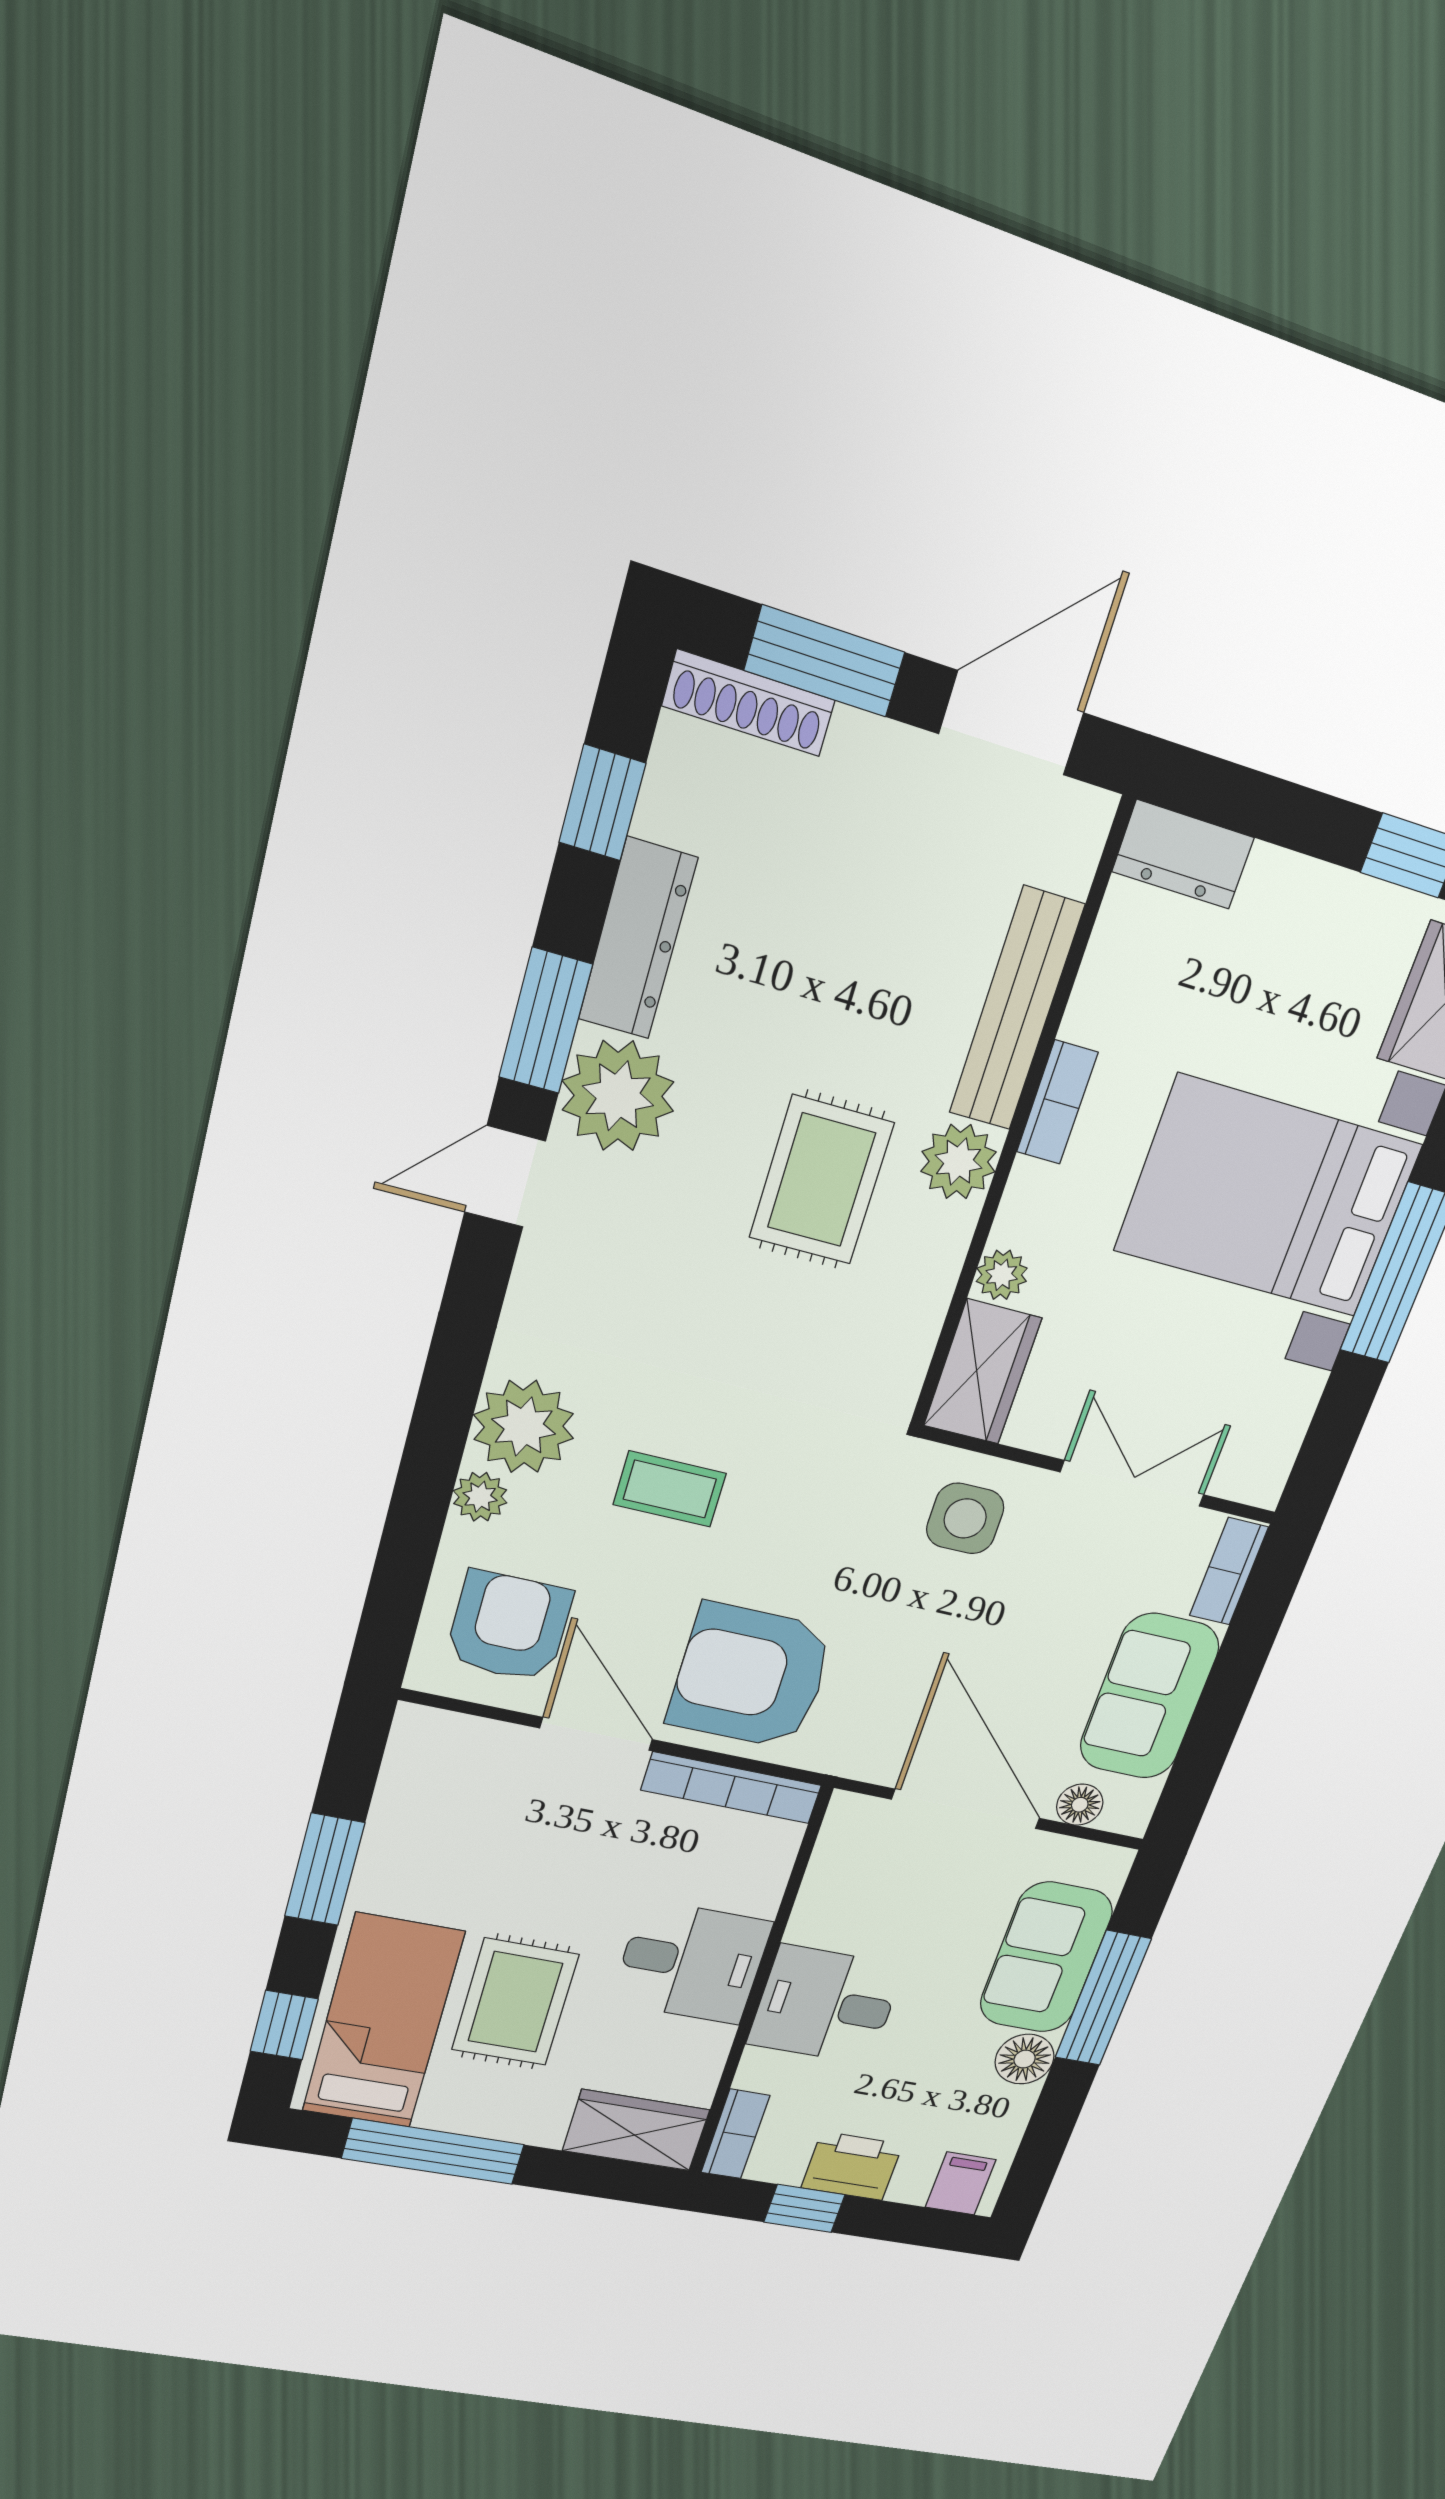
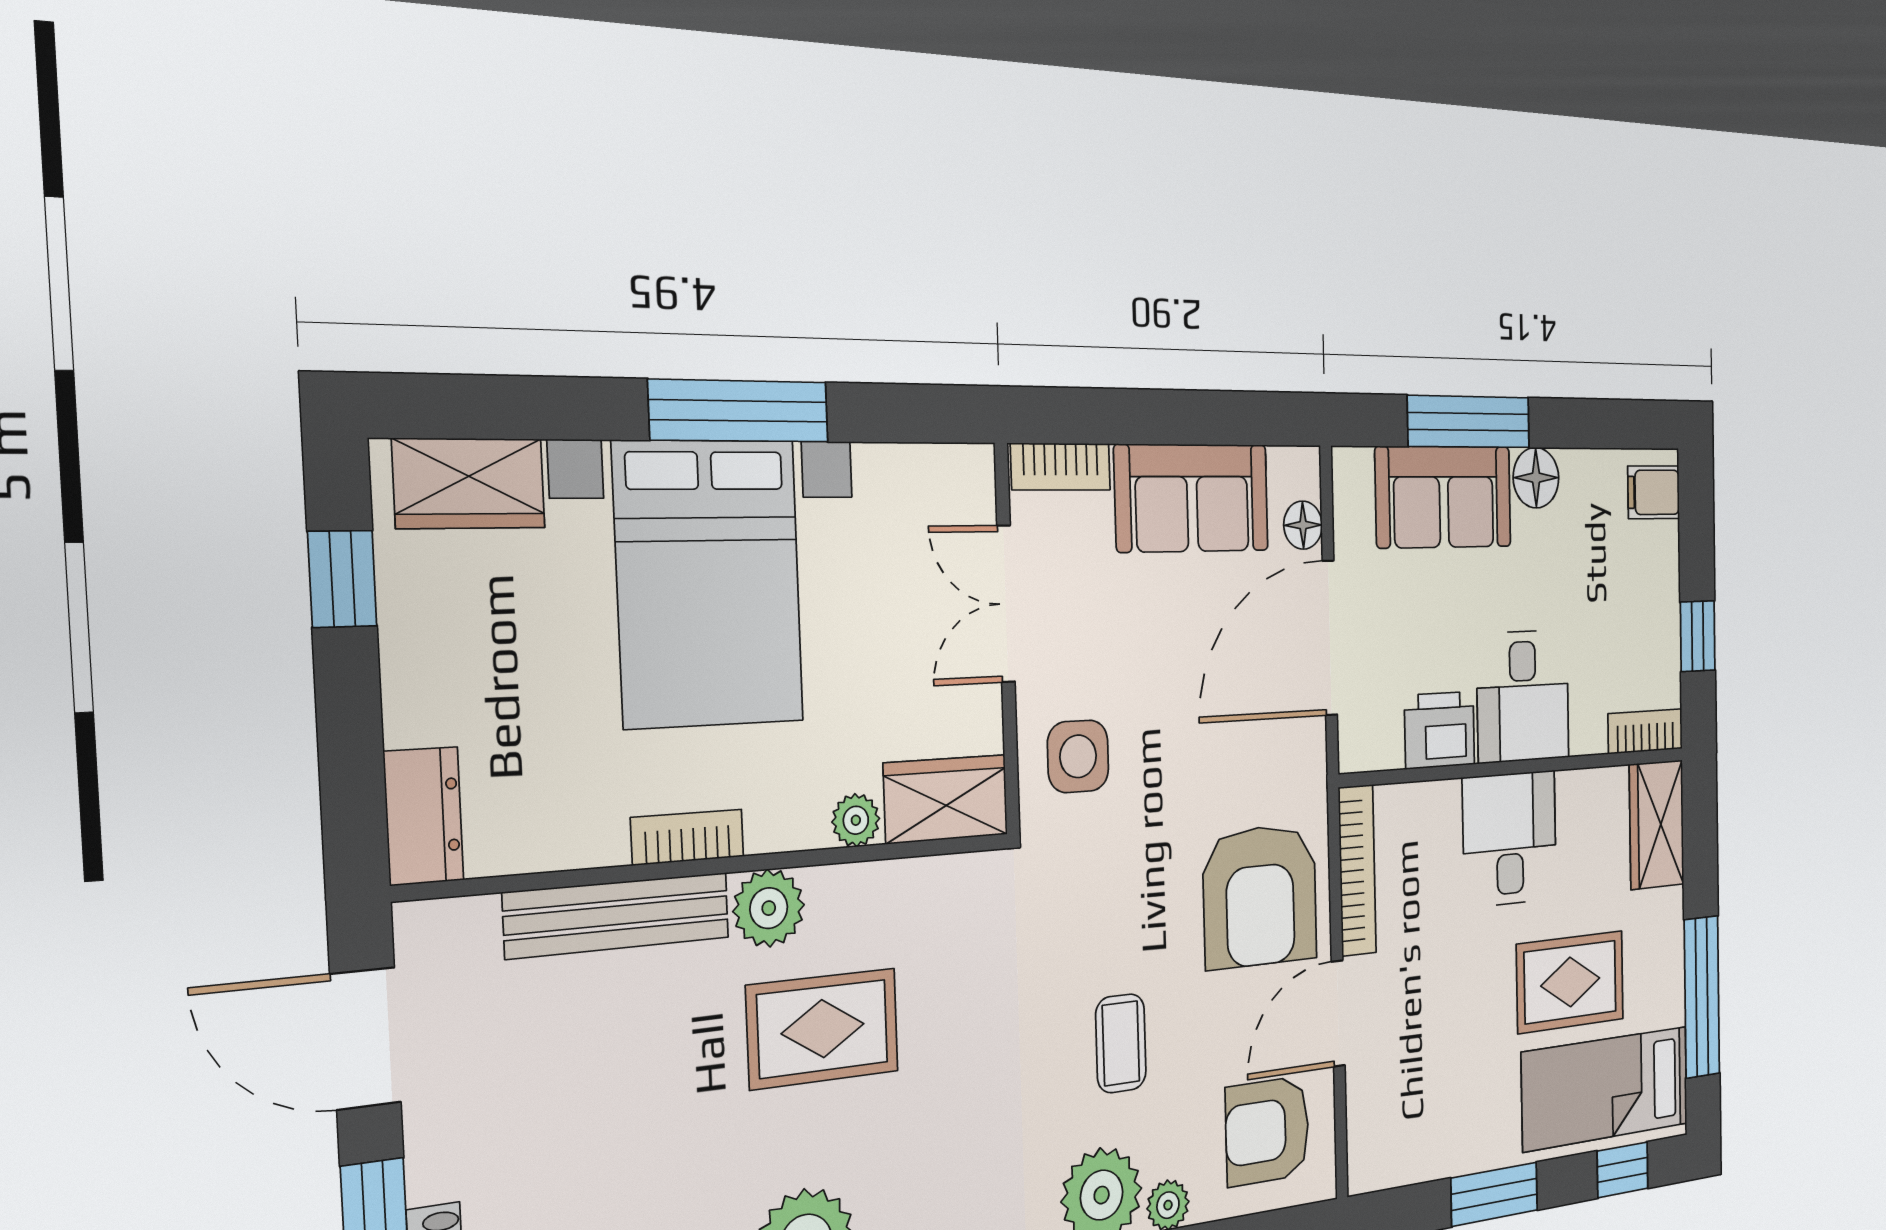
printer: (852, 2166) -> (1440, 730), moved, turned 90

